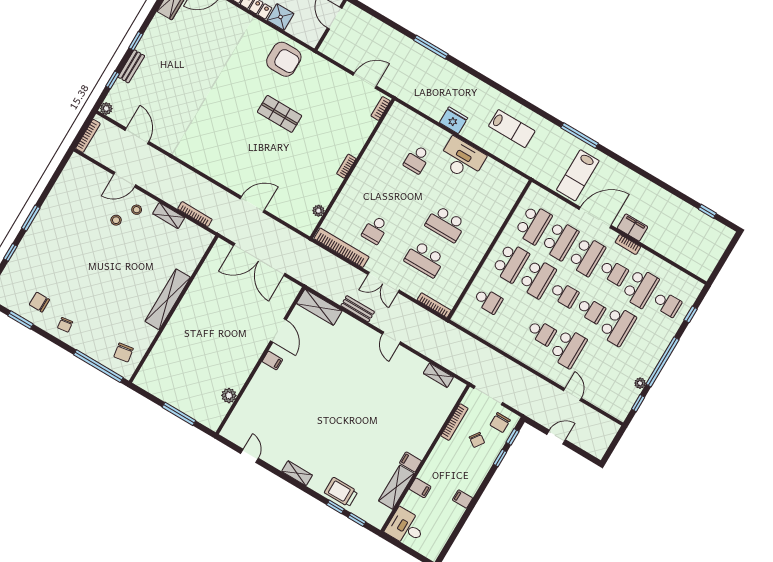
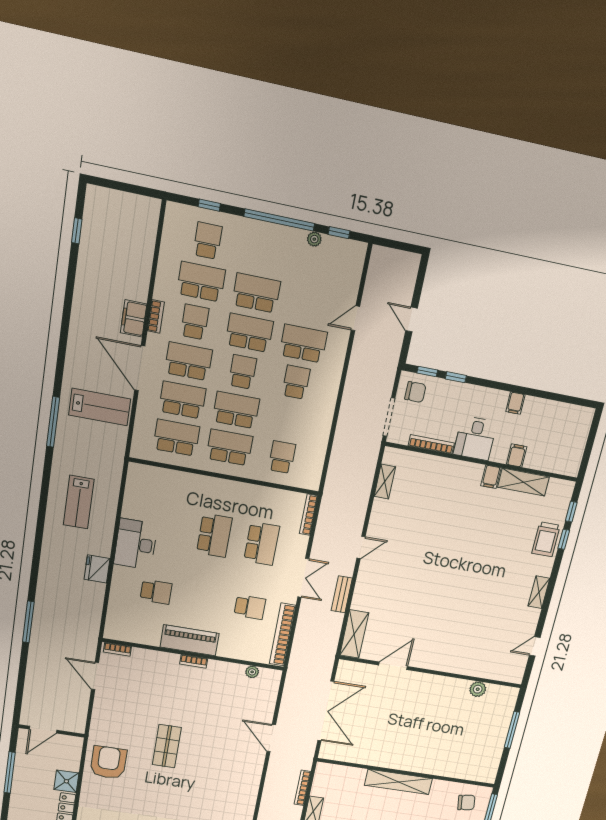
lab bench: (512, 129) -> (79, 502), turned 180
piano: (366, 170) -> (190, 640), added
school desk: (591, 310) -> (249, 333), width x1.85
filing cabinet: (272, 360) -> (427, 660), removed
chair: (477, 440) -> (443, 412), removed
desk: (406, 527) -> (475, 438), moved

